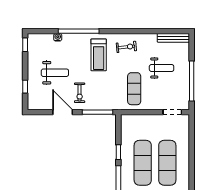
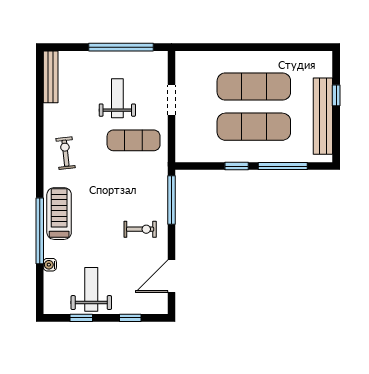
window: (25, 45) -> (81, 318), moved
treadmill: (99, 55) -> (59, 214), moved, turned -90
weight bench: (162, 68) -> (117, 98), moved
weight bench: (55, 73) -> (91, 289), moved
door: (63, 112) -> (171, 276), moved
doorway: (172, 112) -> (171, 100), moved

